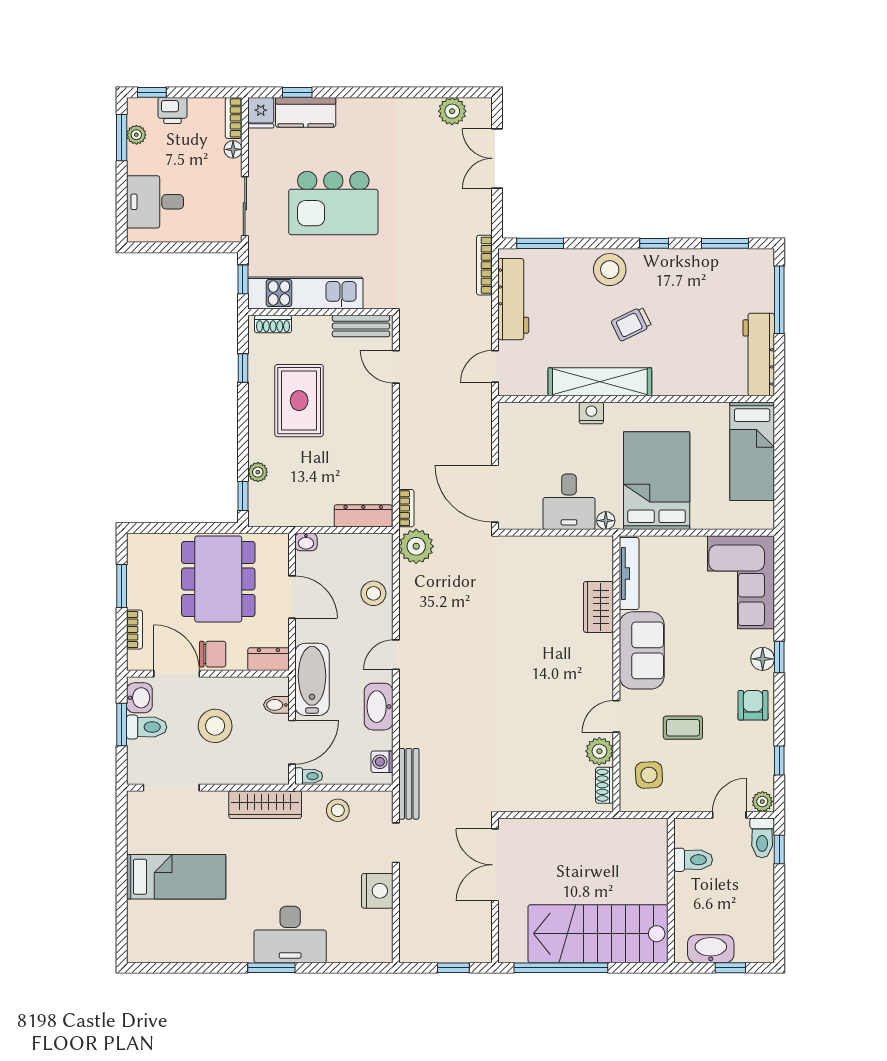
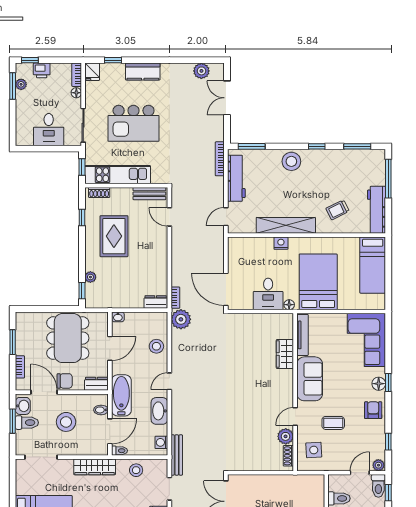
kitchen counter: (306, 112) -> (143, 72), moved
desk: (155, 202) -> (49, 130), moved, turned -90
trolley: (631, 324) -> (338, 210), moved
dresser: (363, 516) -> (156, 302), width x0.70
door: (292, 597) -> (110, 348), hinge flipped

